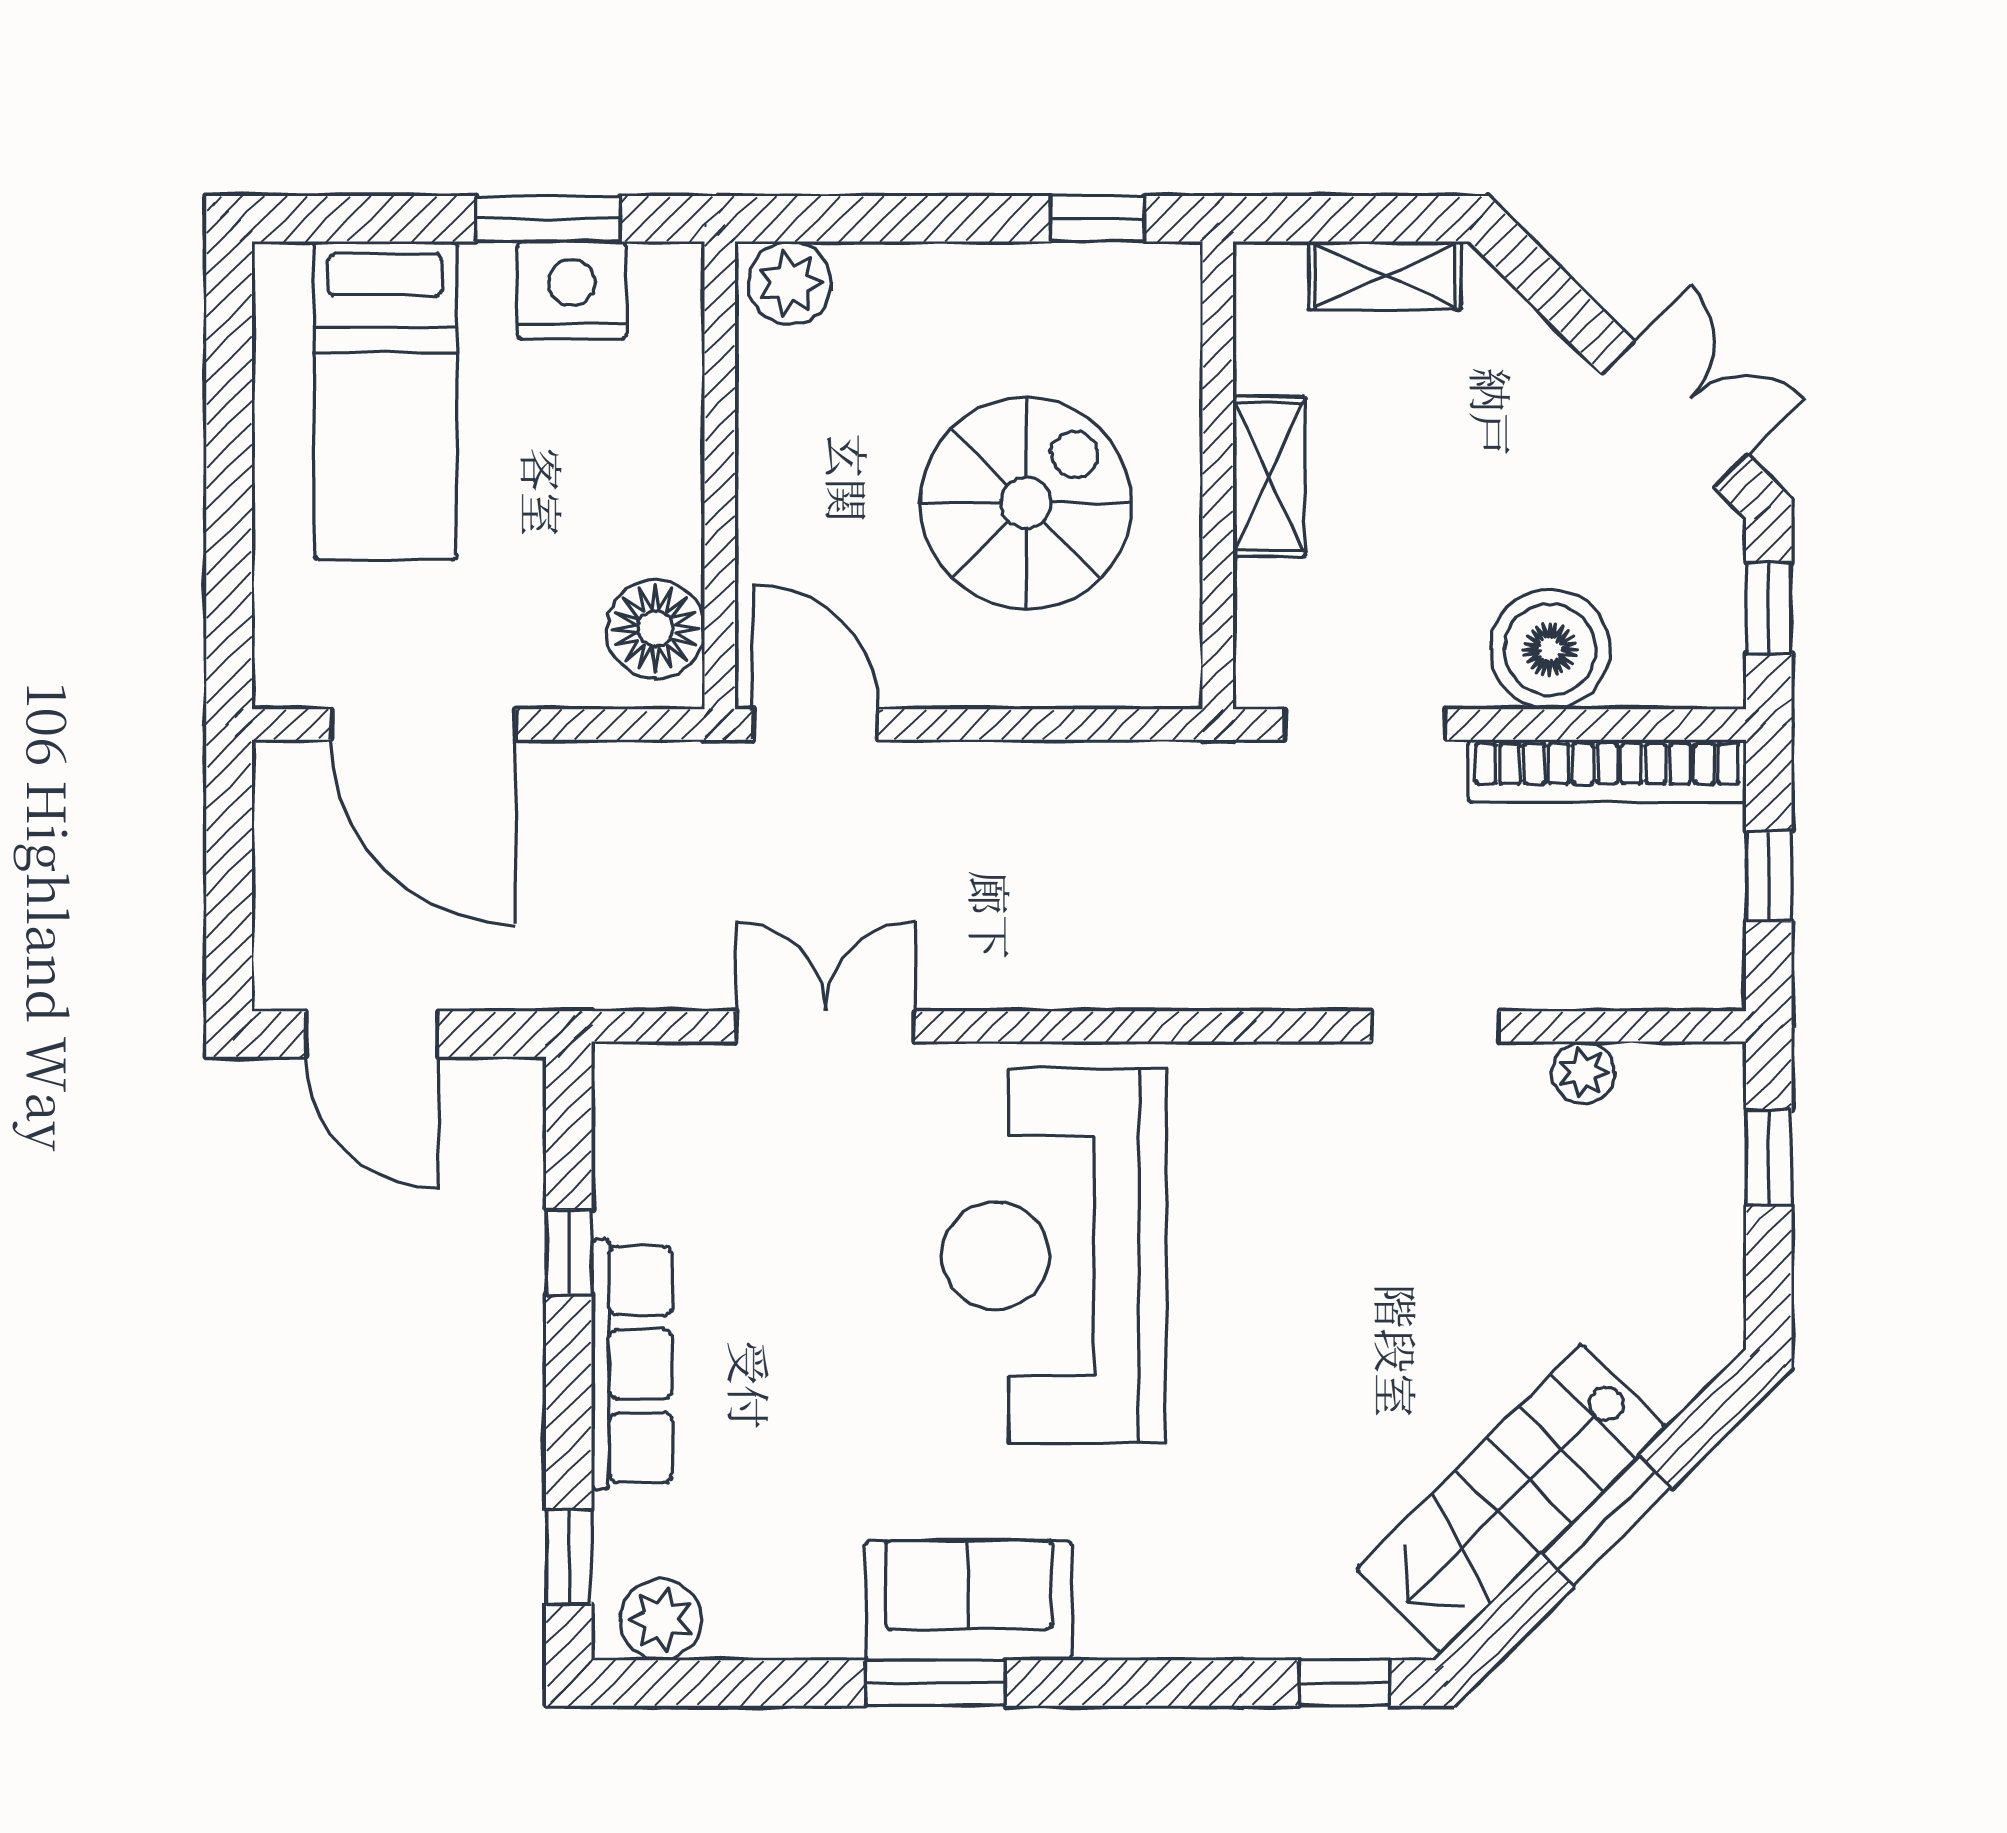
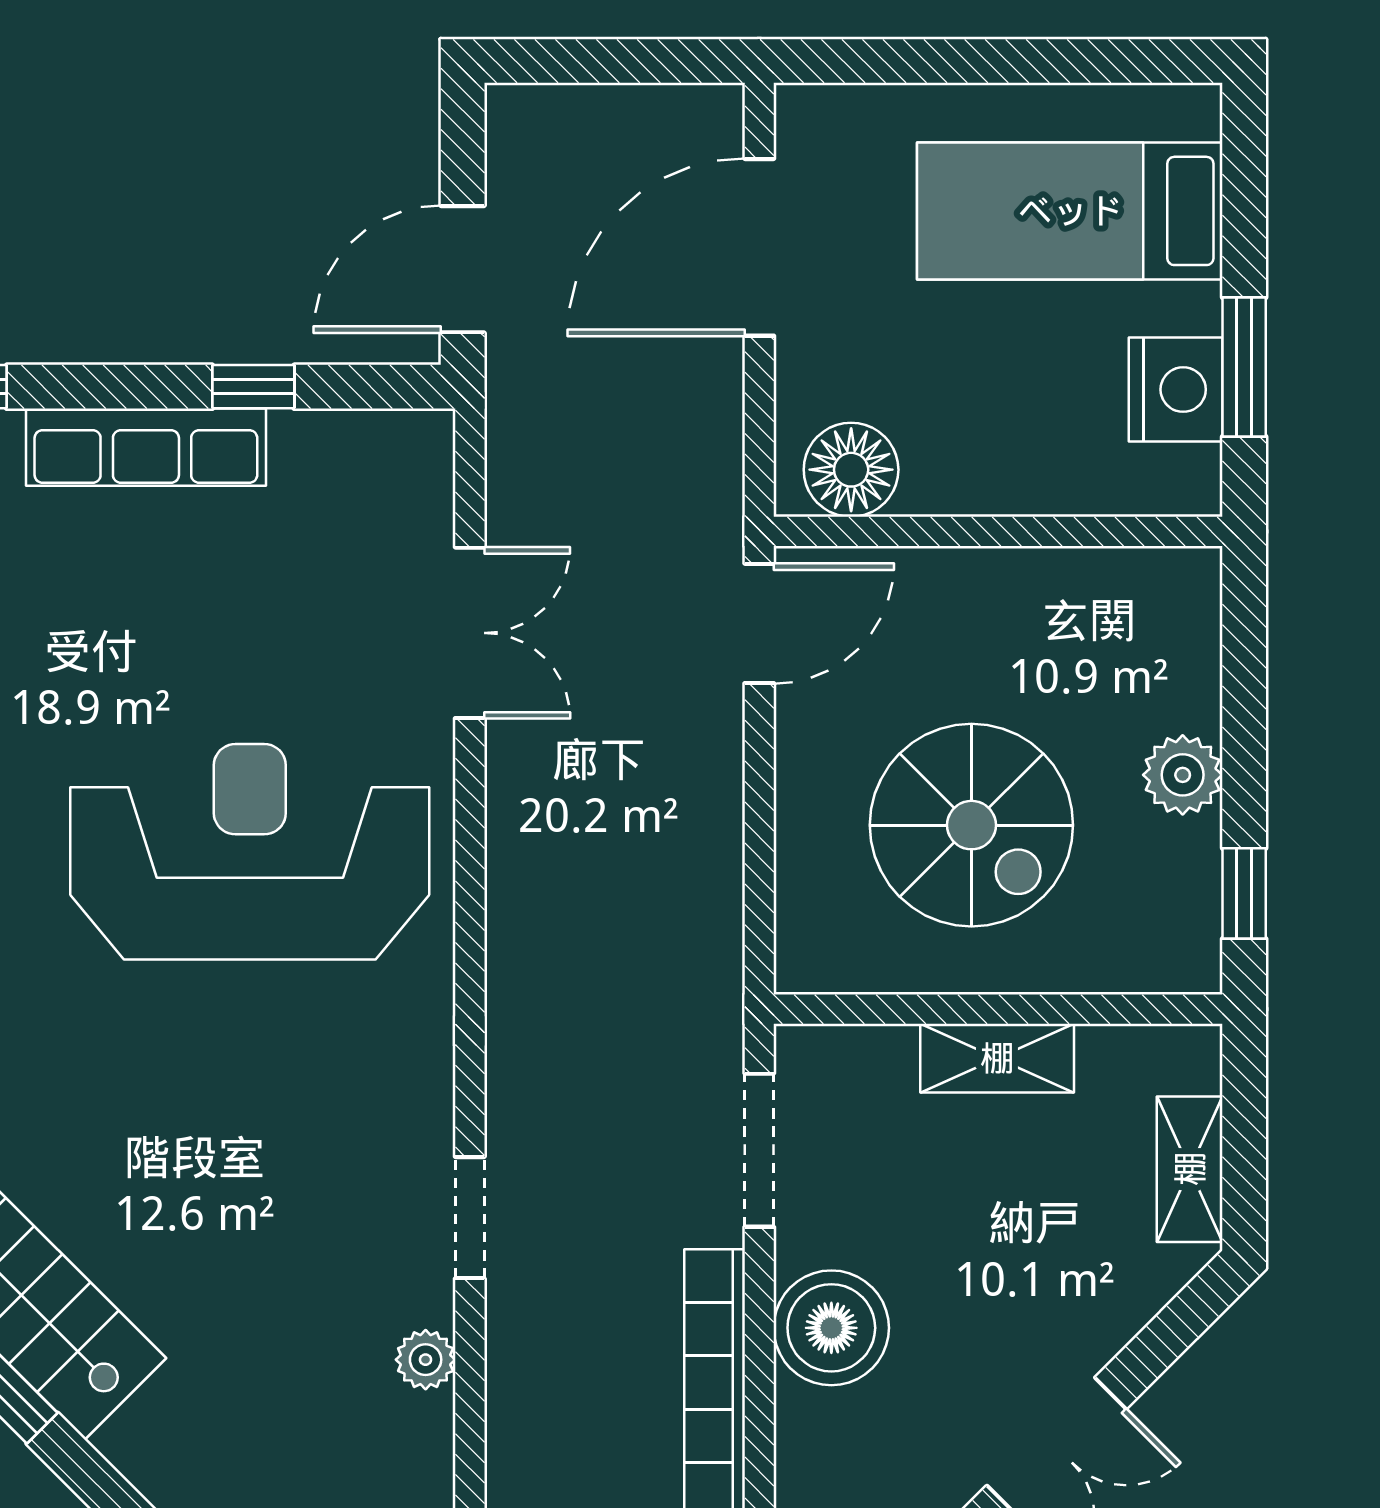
plant: (790, 283) -> (1183, 775), moved
door: (372, 1034) -> (463, 269), moved

